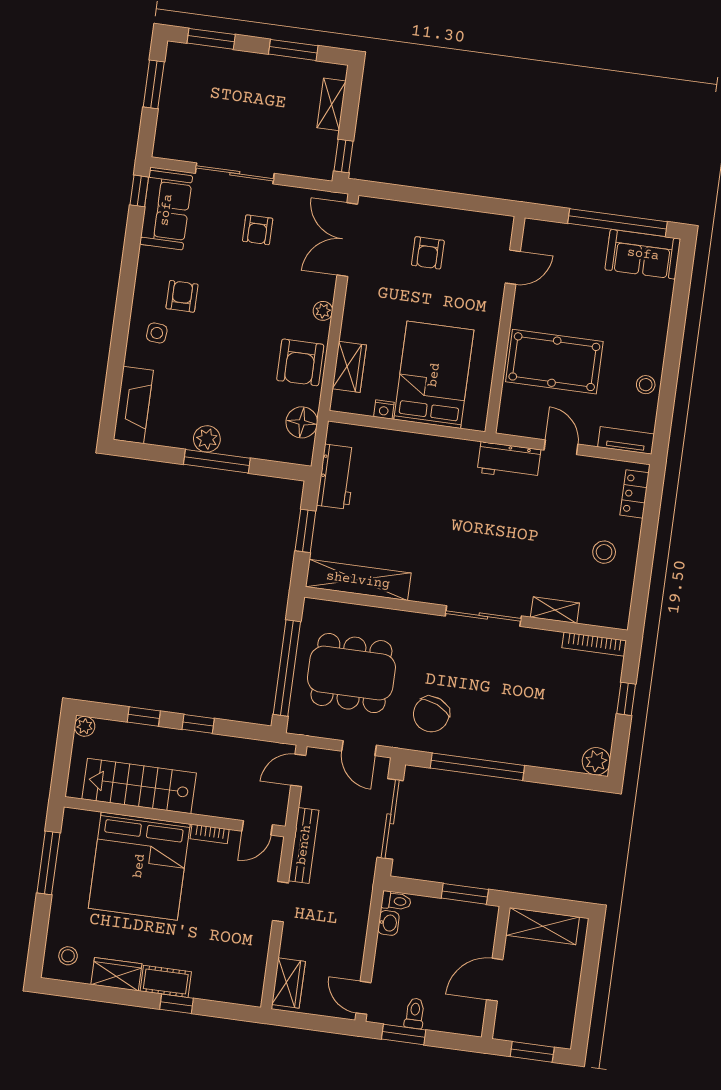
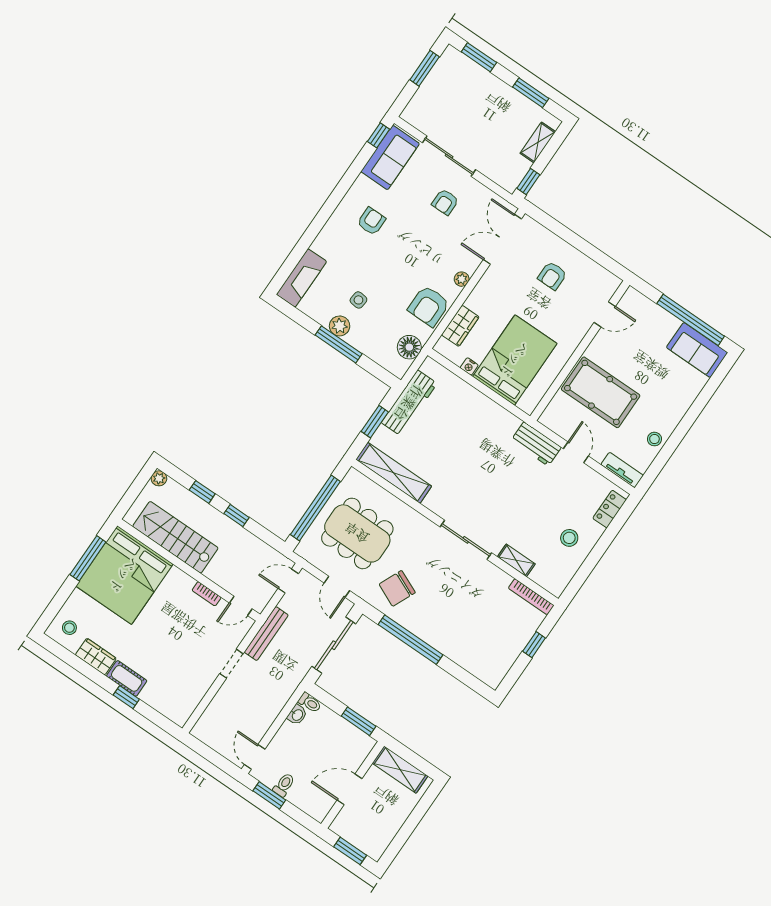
side table: (157, 333) -> (358, 300), moved
workbench: (337, 477) -> (409, 403), width x1.37
plant: (596, 761) -> (493, 676), removed
bed: (139, 866) -> (124, 575), moved
wardrobe: (288, 983) -> (209, 721), removed

